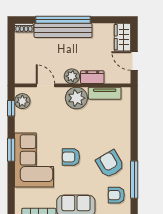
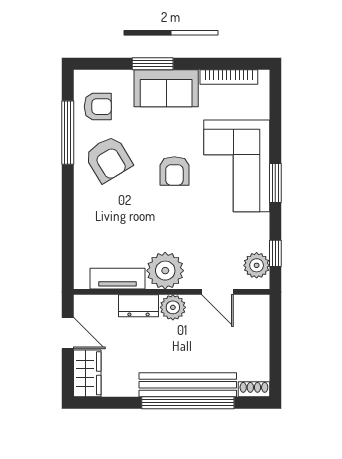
armchair: (71, 157) -> (174, 171), turned 90

